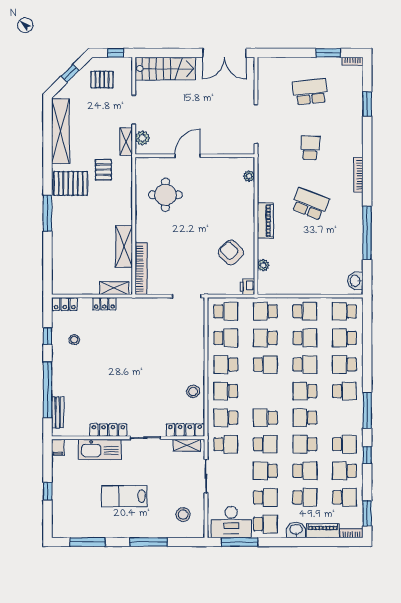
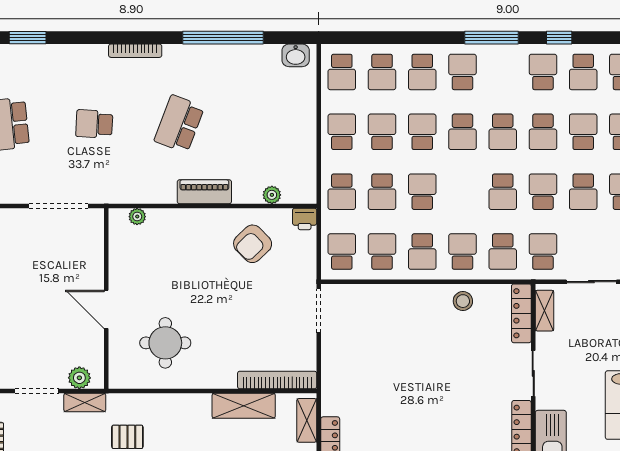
school desk: (226, 391) -> (462, 252), turned 180

